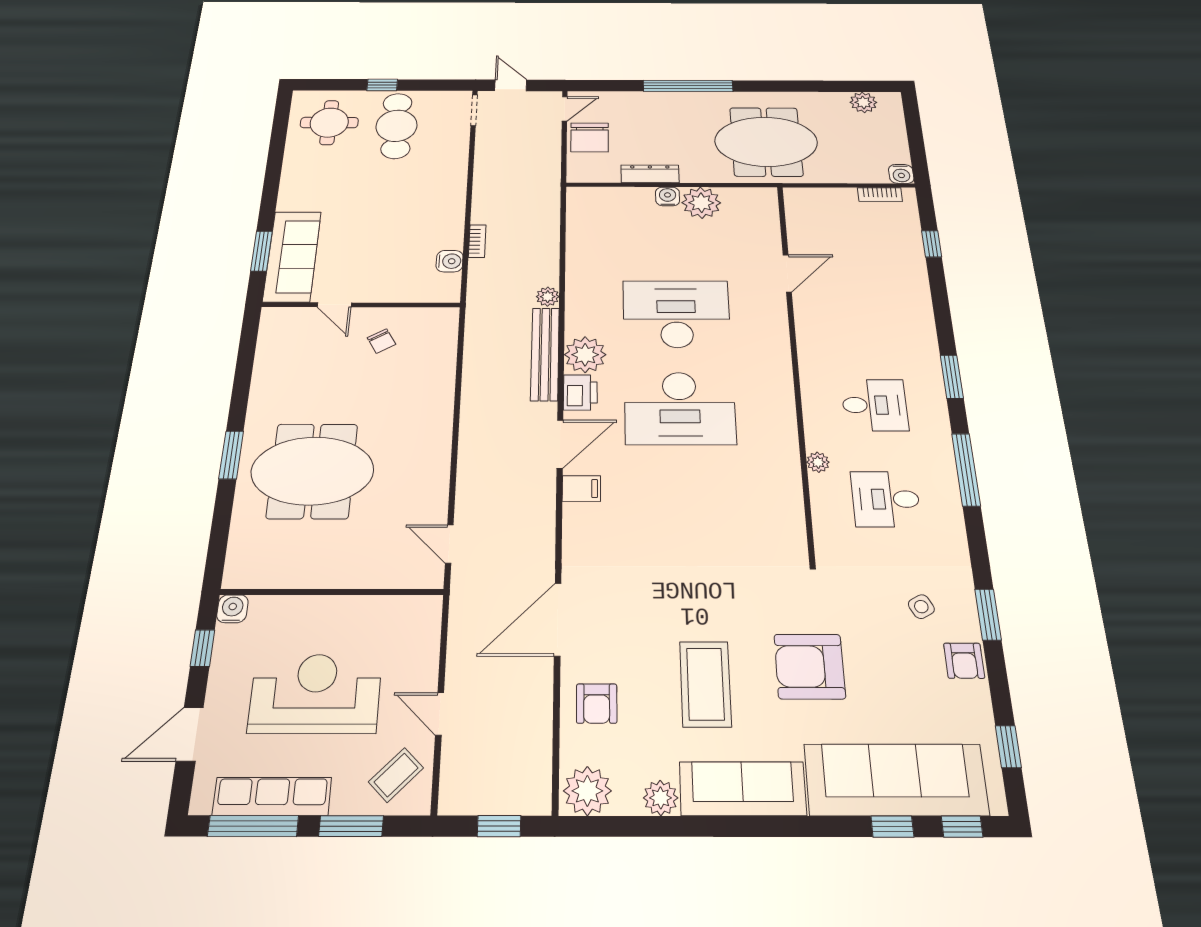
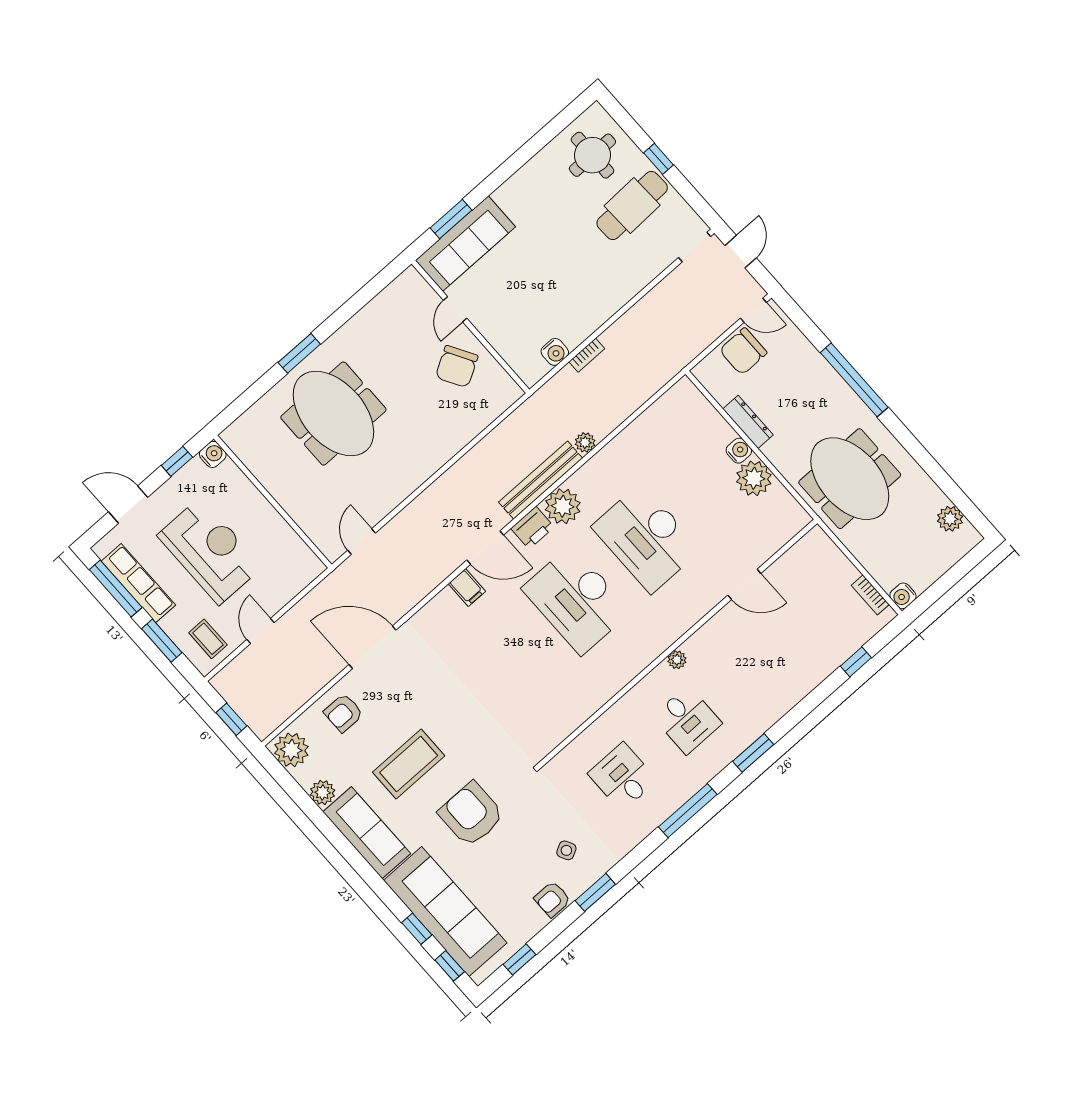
desk: (676, 314) -> (646, 538), turned 180
chair: (381, 341) -> (457, 367), width x1.87, depth x1.87
plant: (818, 462) -> (677, 660), moved
coffee table: (396, 775) -> (208, 639), turned 45

